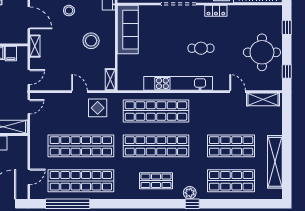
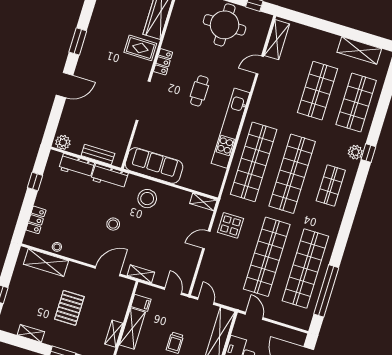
stool: (91, 41) -> (147, 199), moved
shelving: (275, 162) -> (359, 50), width x0.68
door: (29, 177) -> (254, 316), moved

